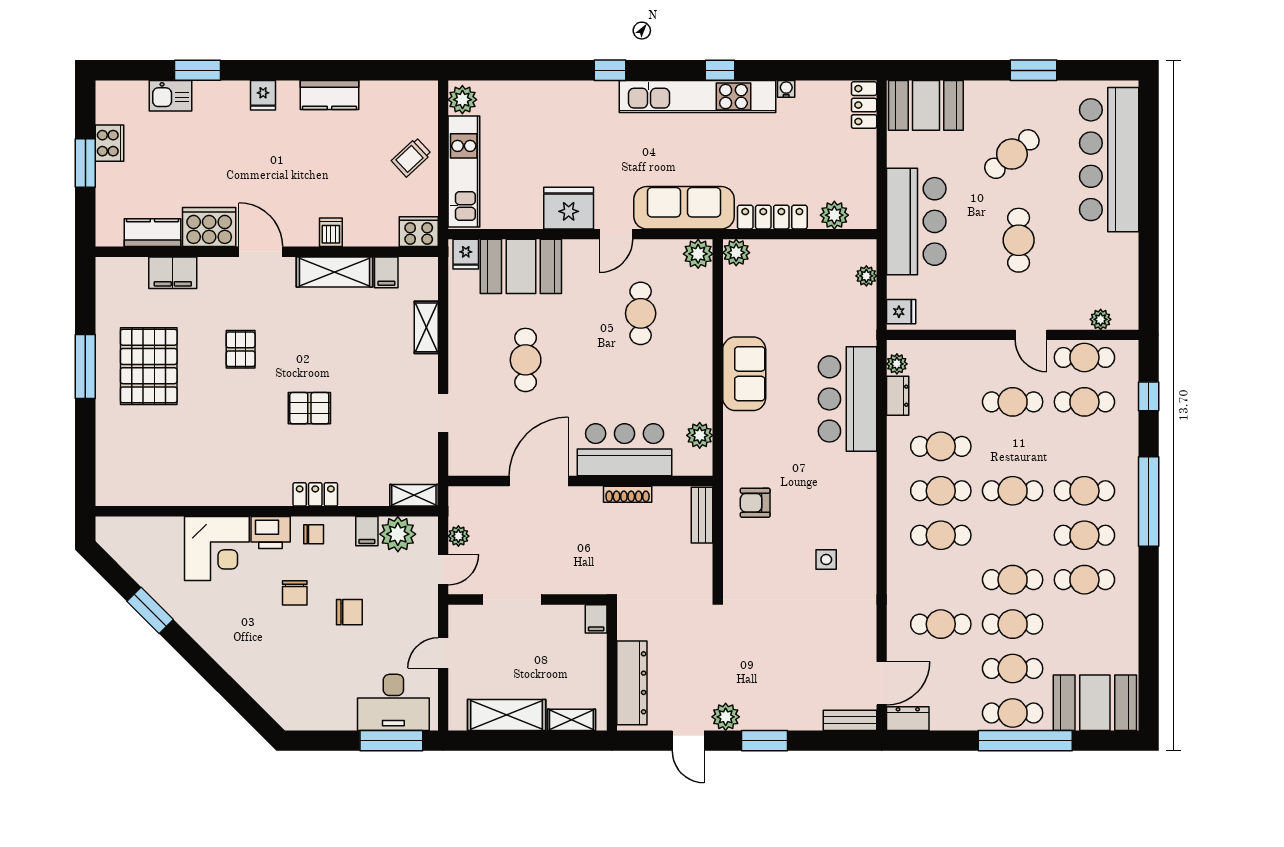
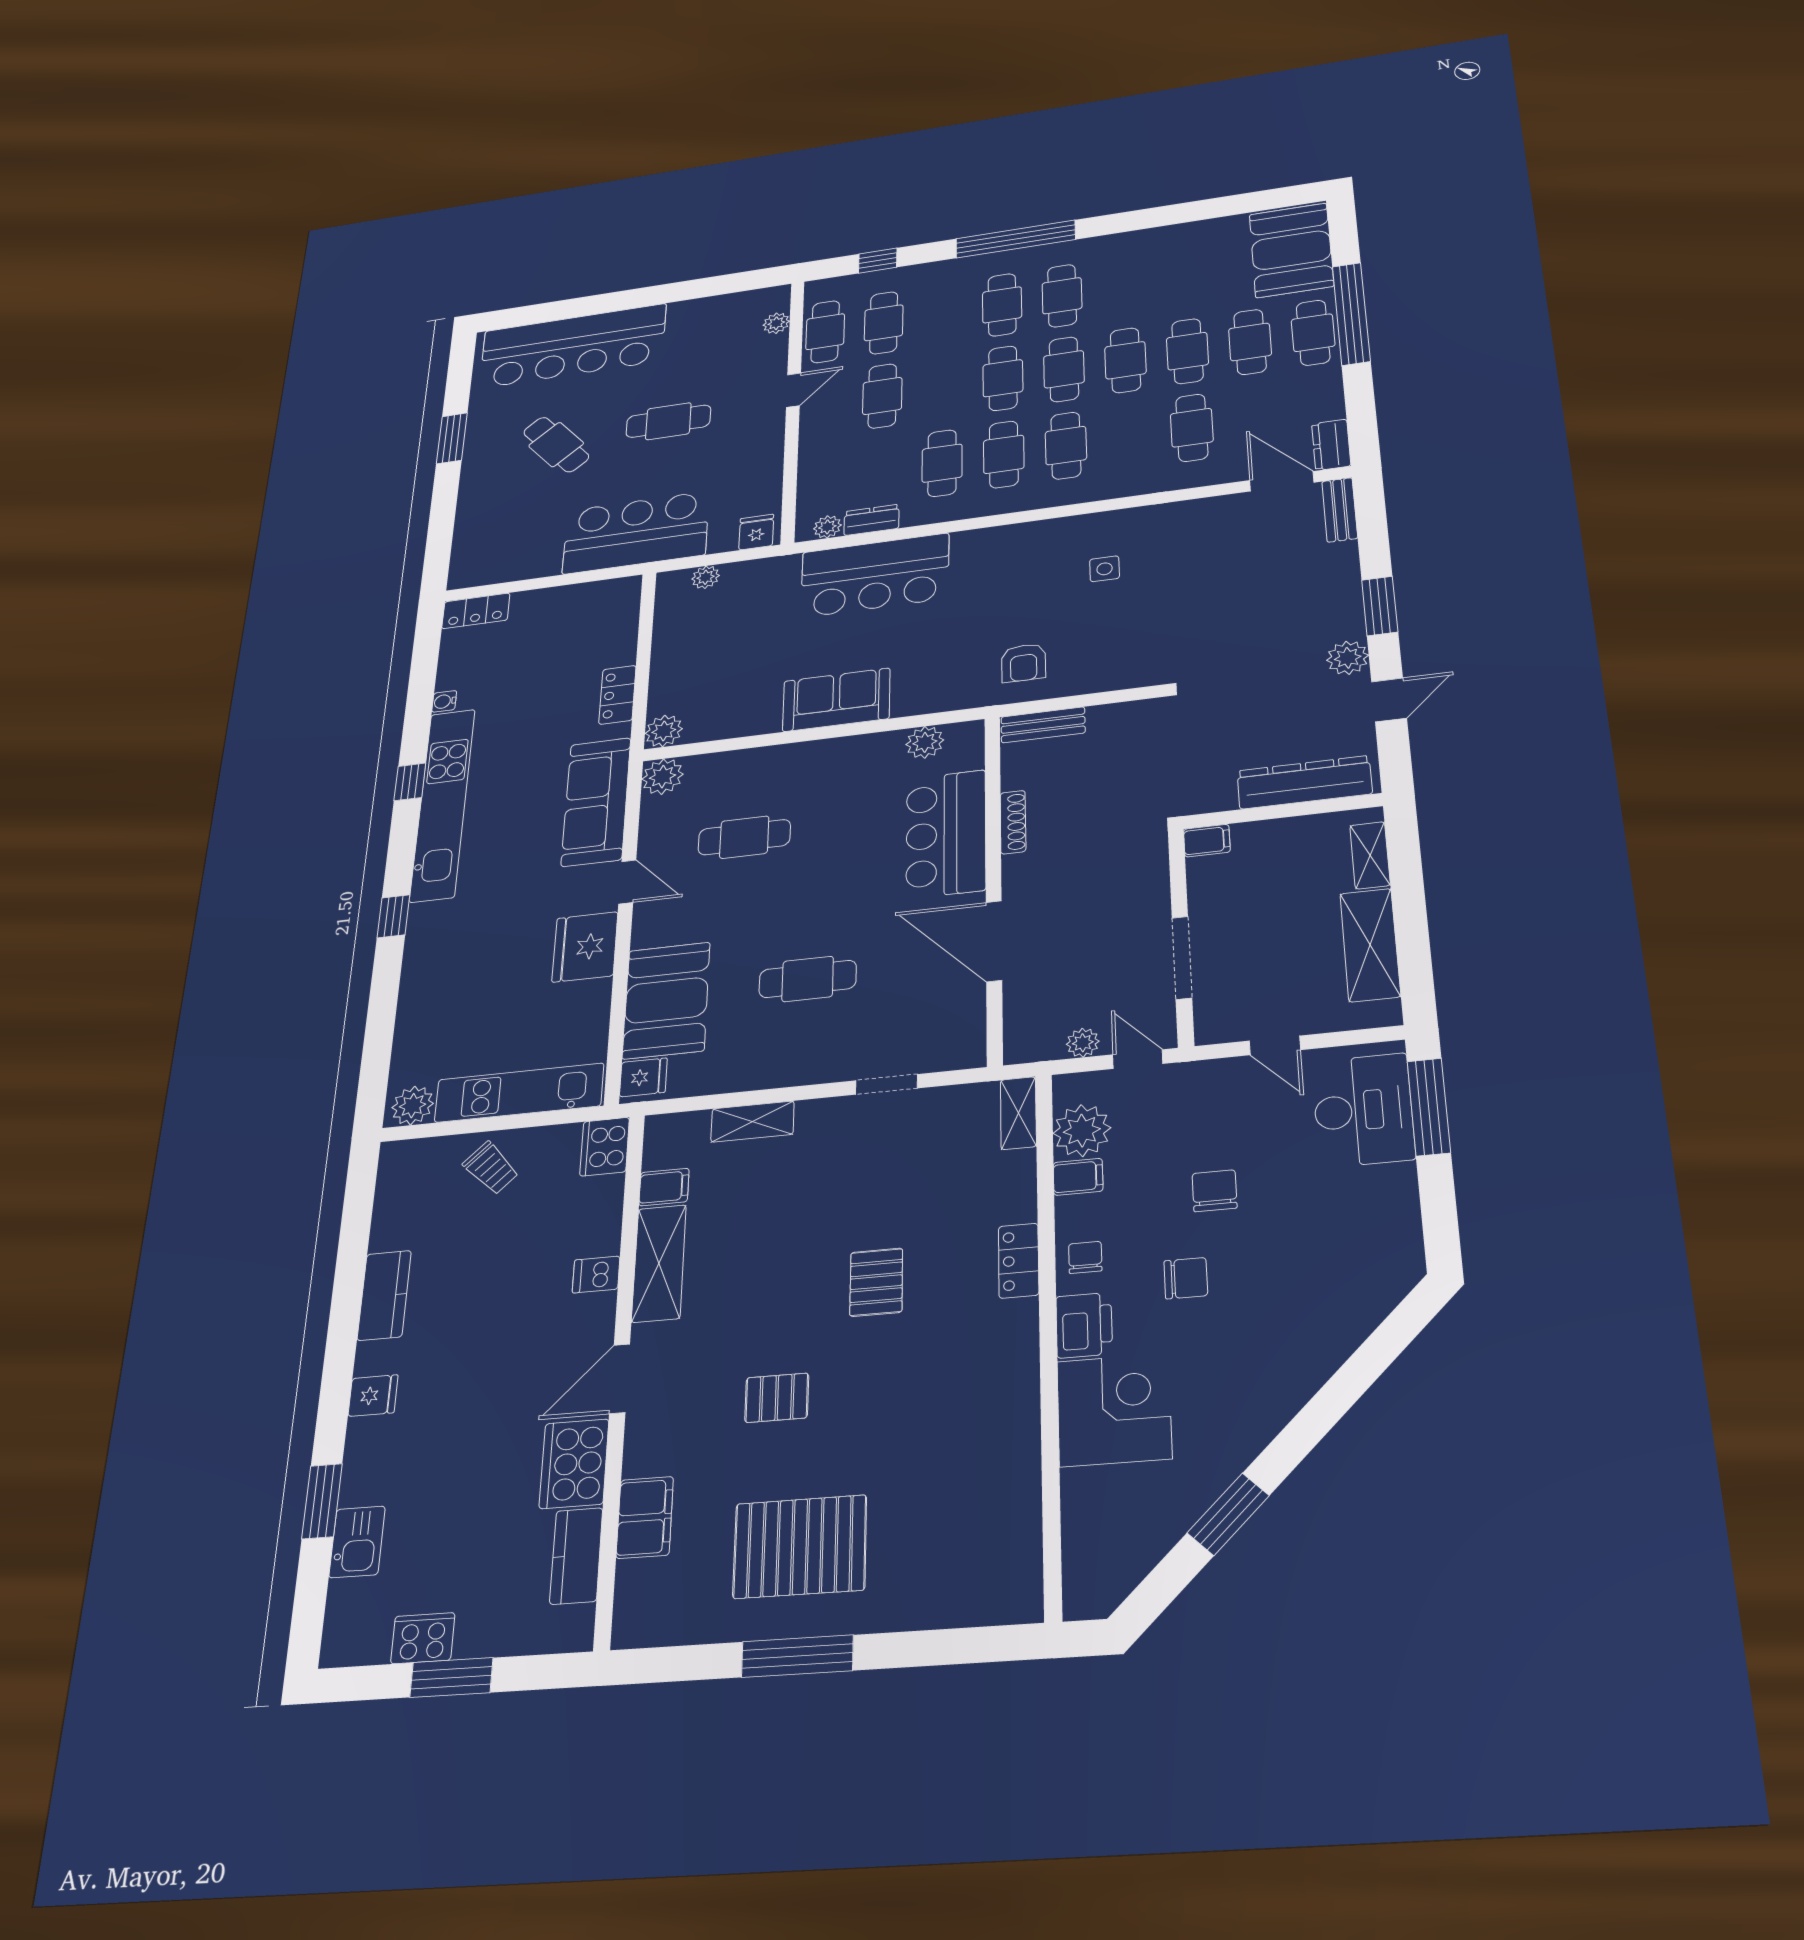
booth: (926, 105) -> (484, 544), removed
plant: (834, 215) -> (620, 624), removed
locker: (772, 217) -> (617, 695), width x0.66
cafe table: (1084, 580) -> (1064, 369), moved

